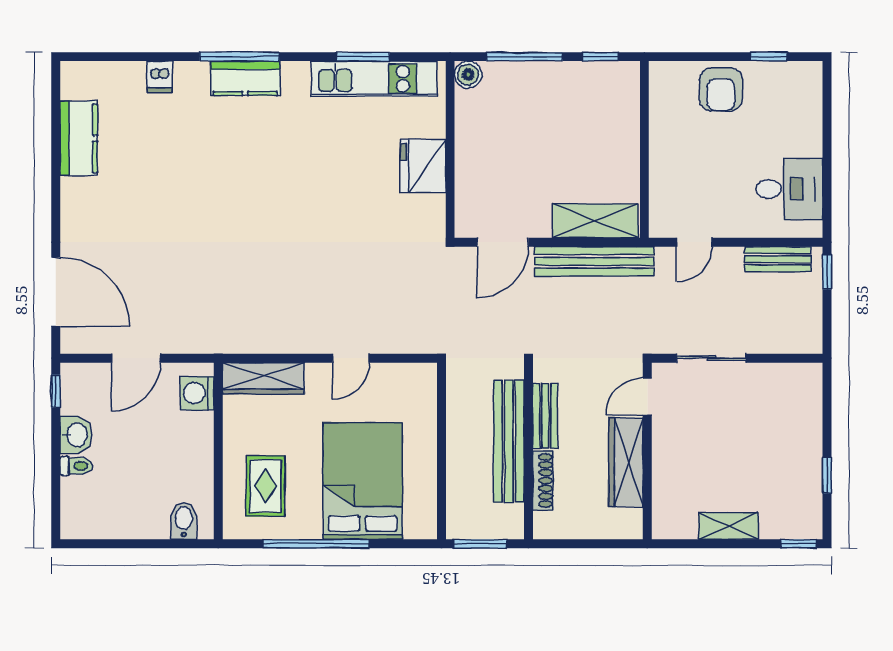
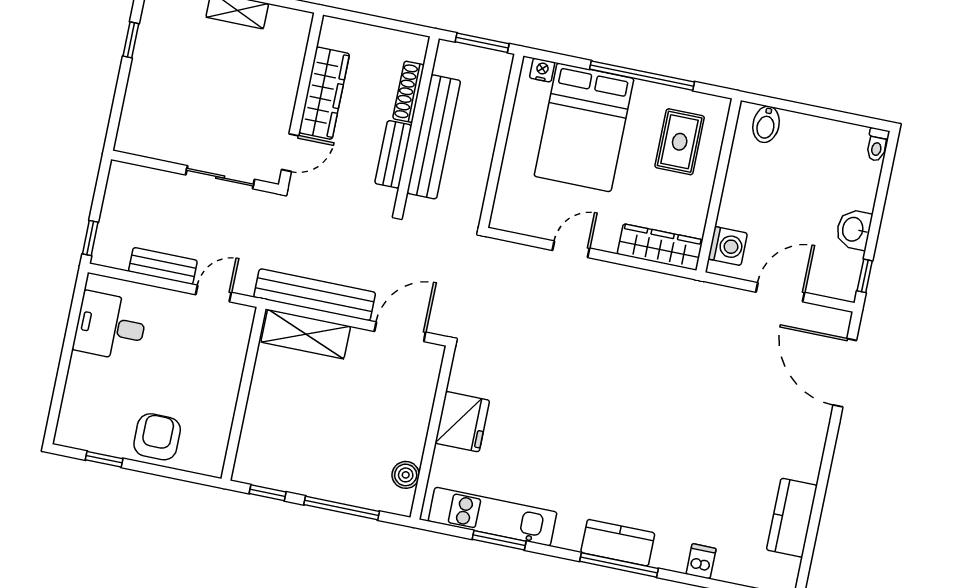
boiler: (468, 75) -> (406, 475), moved
bench: (778, 259) -> (163, 266), moved
toilet: (76, 466) -> (877, 145), moved, turned -90
nightstand: (415, 529) -> (542, 70), added

